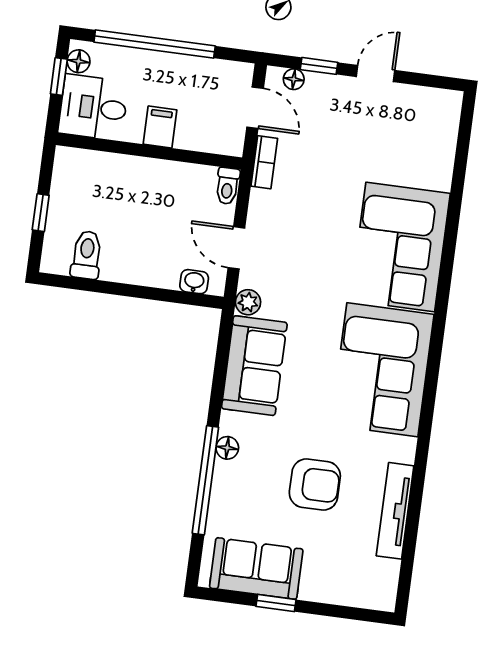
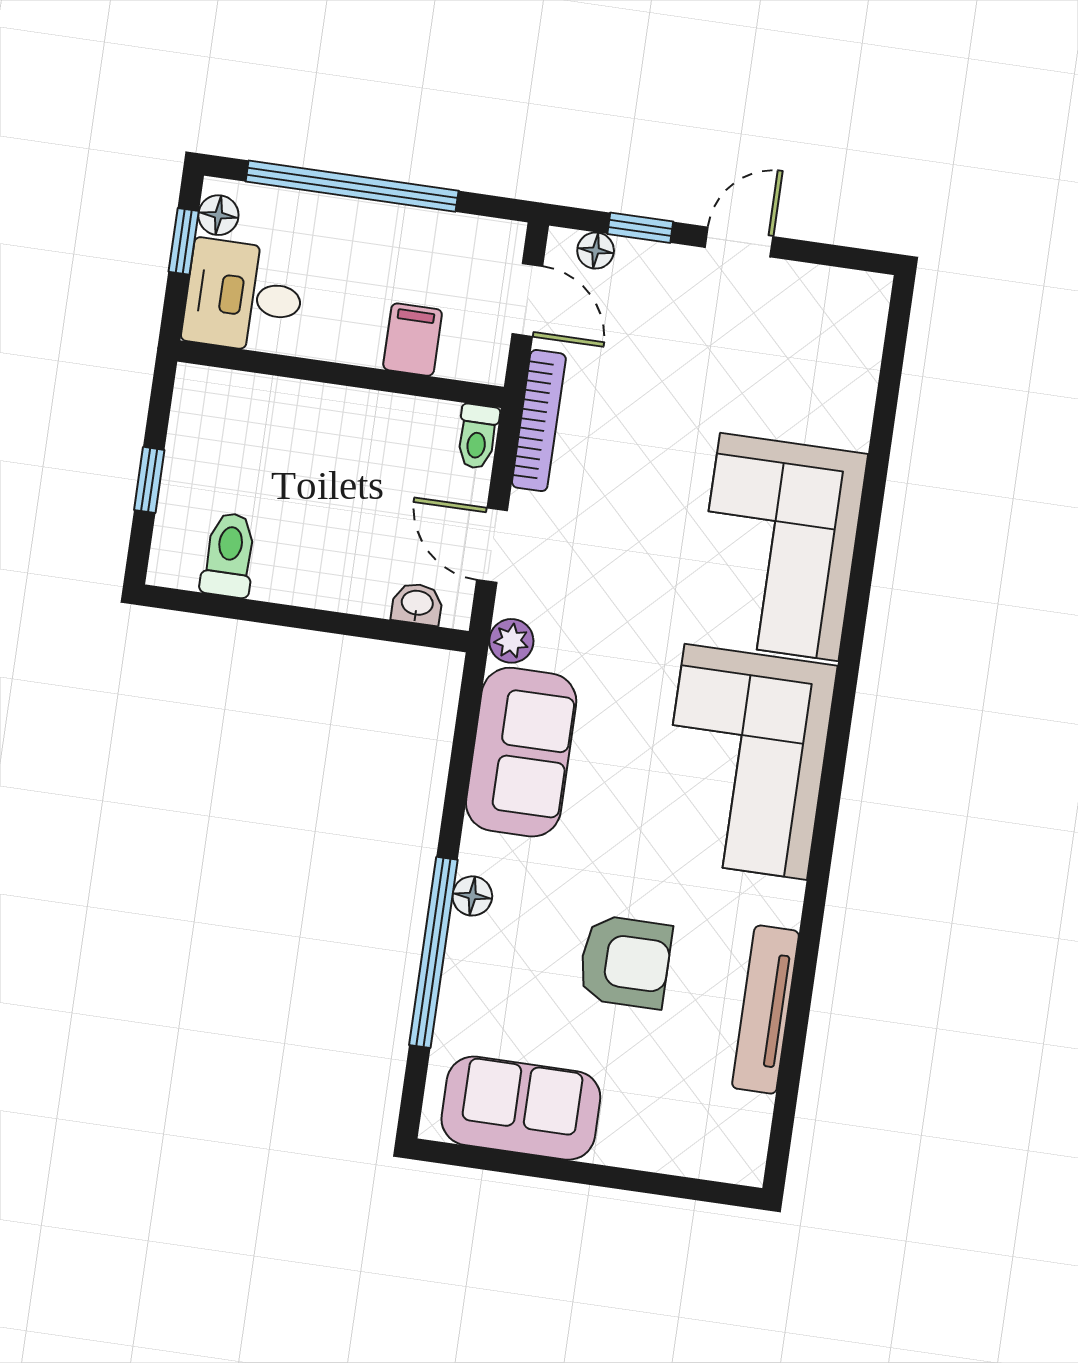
filing cabinet: (160, 127) -> (413, 340), moved
bookcase: (264, 162) -> (539, 421), width x1.56
window: (276, 603) -> (555, 1169), removed

